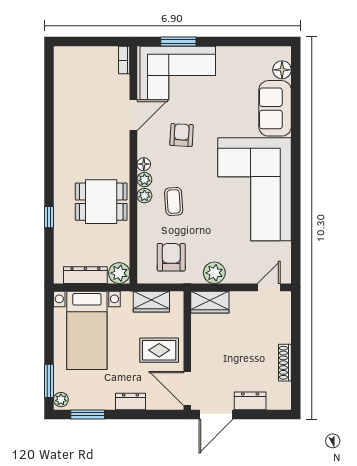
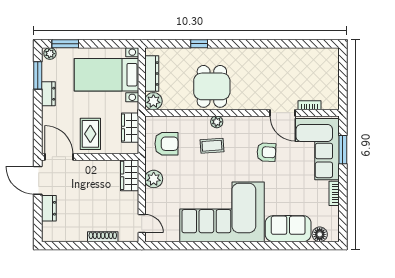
bookcase: (232, 52) -> (334, 193), added
bookcase: (124, 60) -> (309, 105), moved
floor lamp: (144, 164) -> (242, 121), removed
plant: (144, 180) -> (230, 122), removed
shoe rack: (285, 363) -> (103, 237), moved
door: (187, 388) -> (59, 157), hinge flipped
dresser: (131, 401) -> (48, 94), moved

